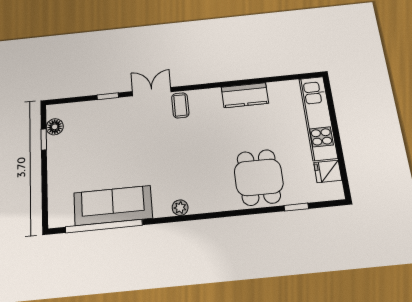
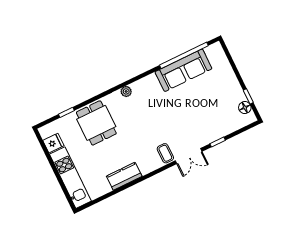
plant: (180, 208) -> (126, 91), moved

